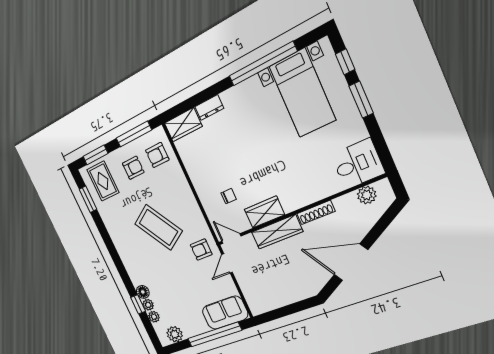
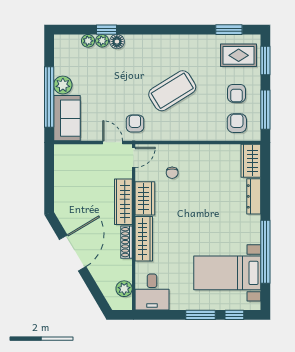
dresser: (209, 108) -> (254, 196), width x1.44
wardrobe: (305, 196) -> (144, 239), added
plant: (175, 334) -> (63, 85), moved

